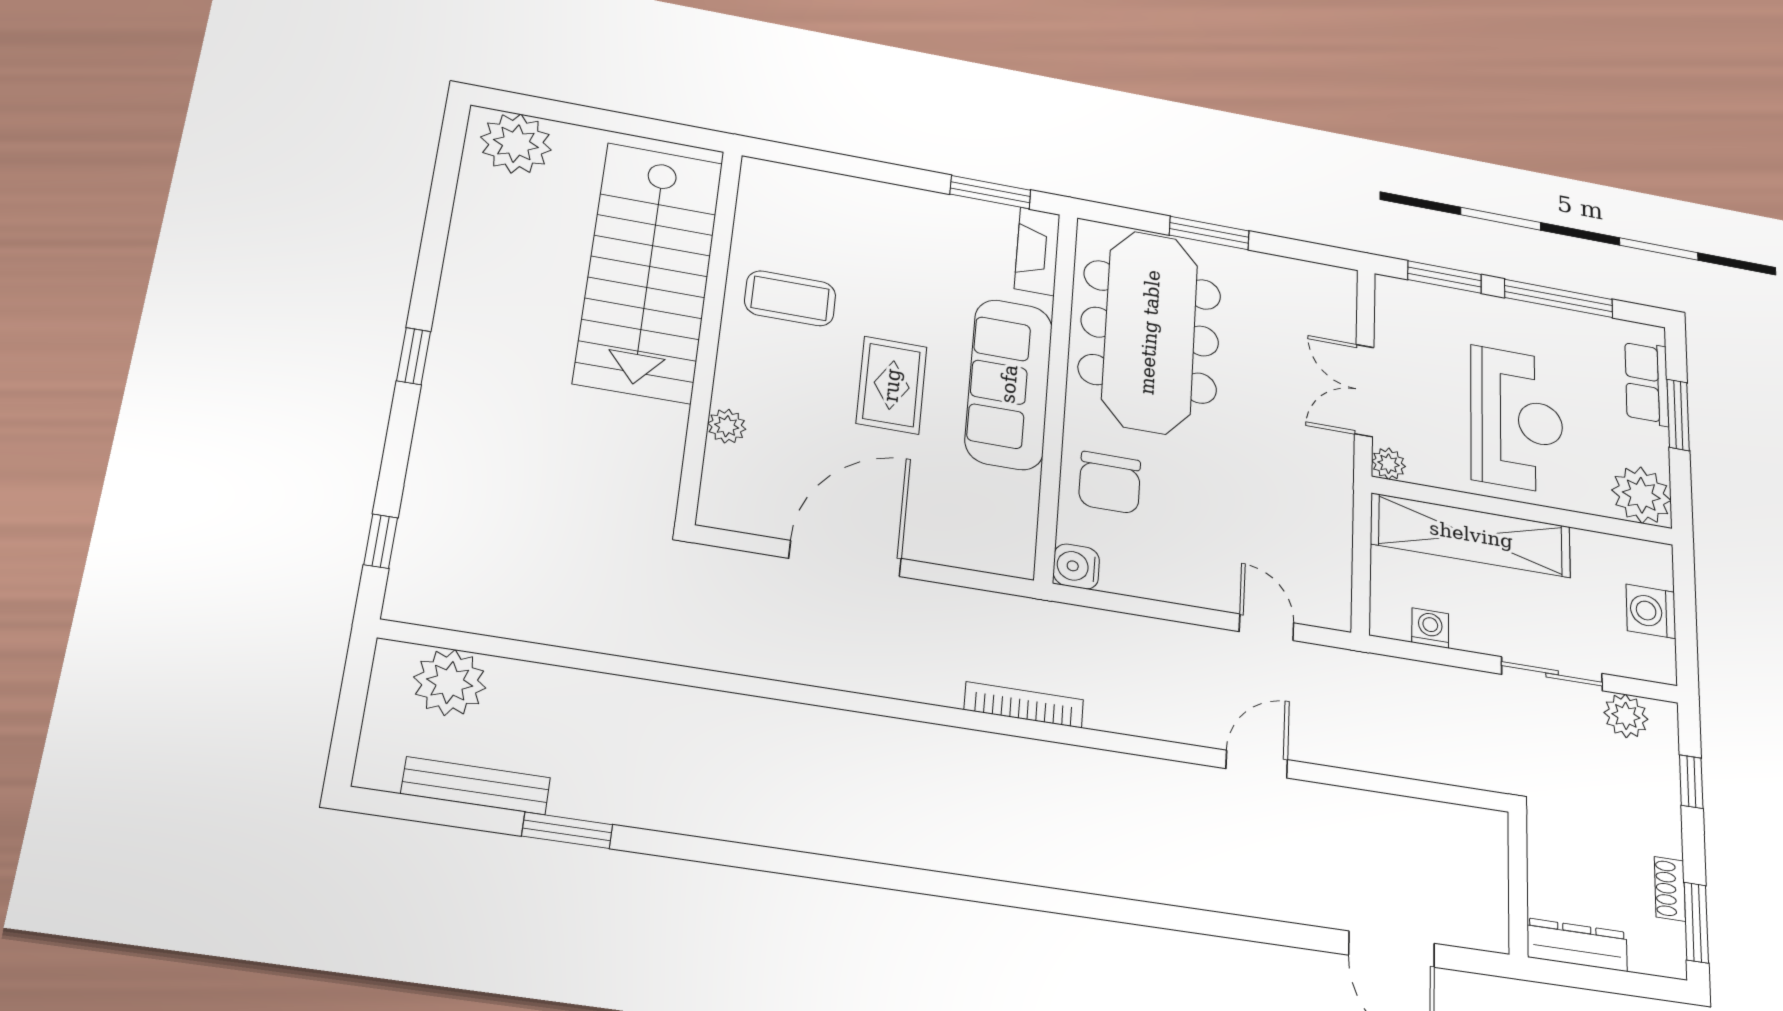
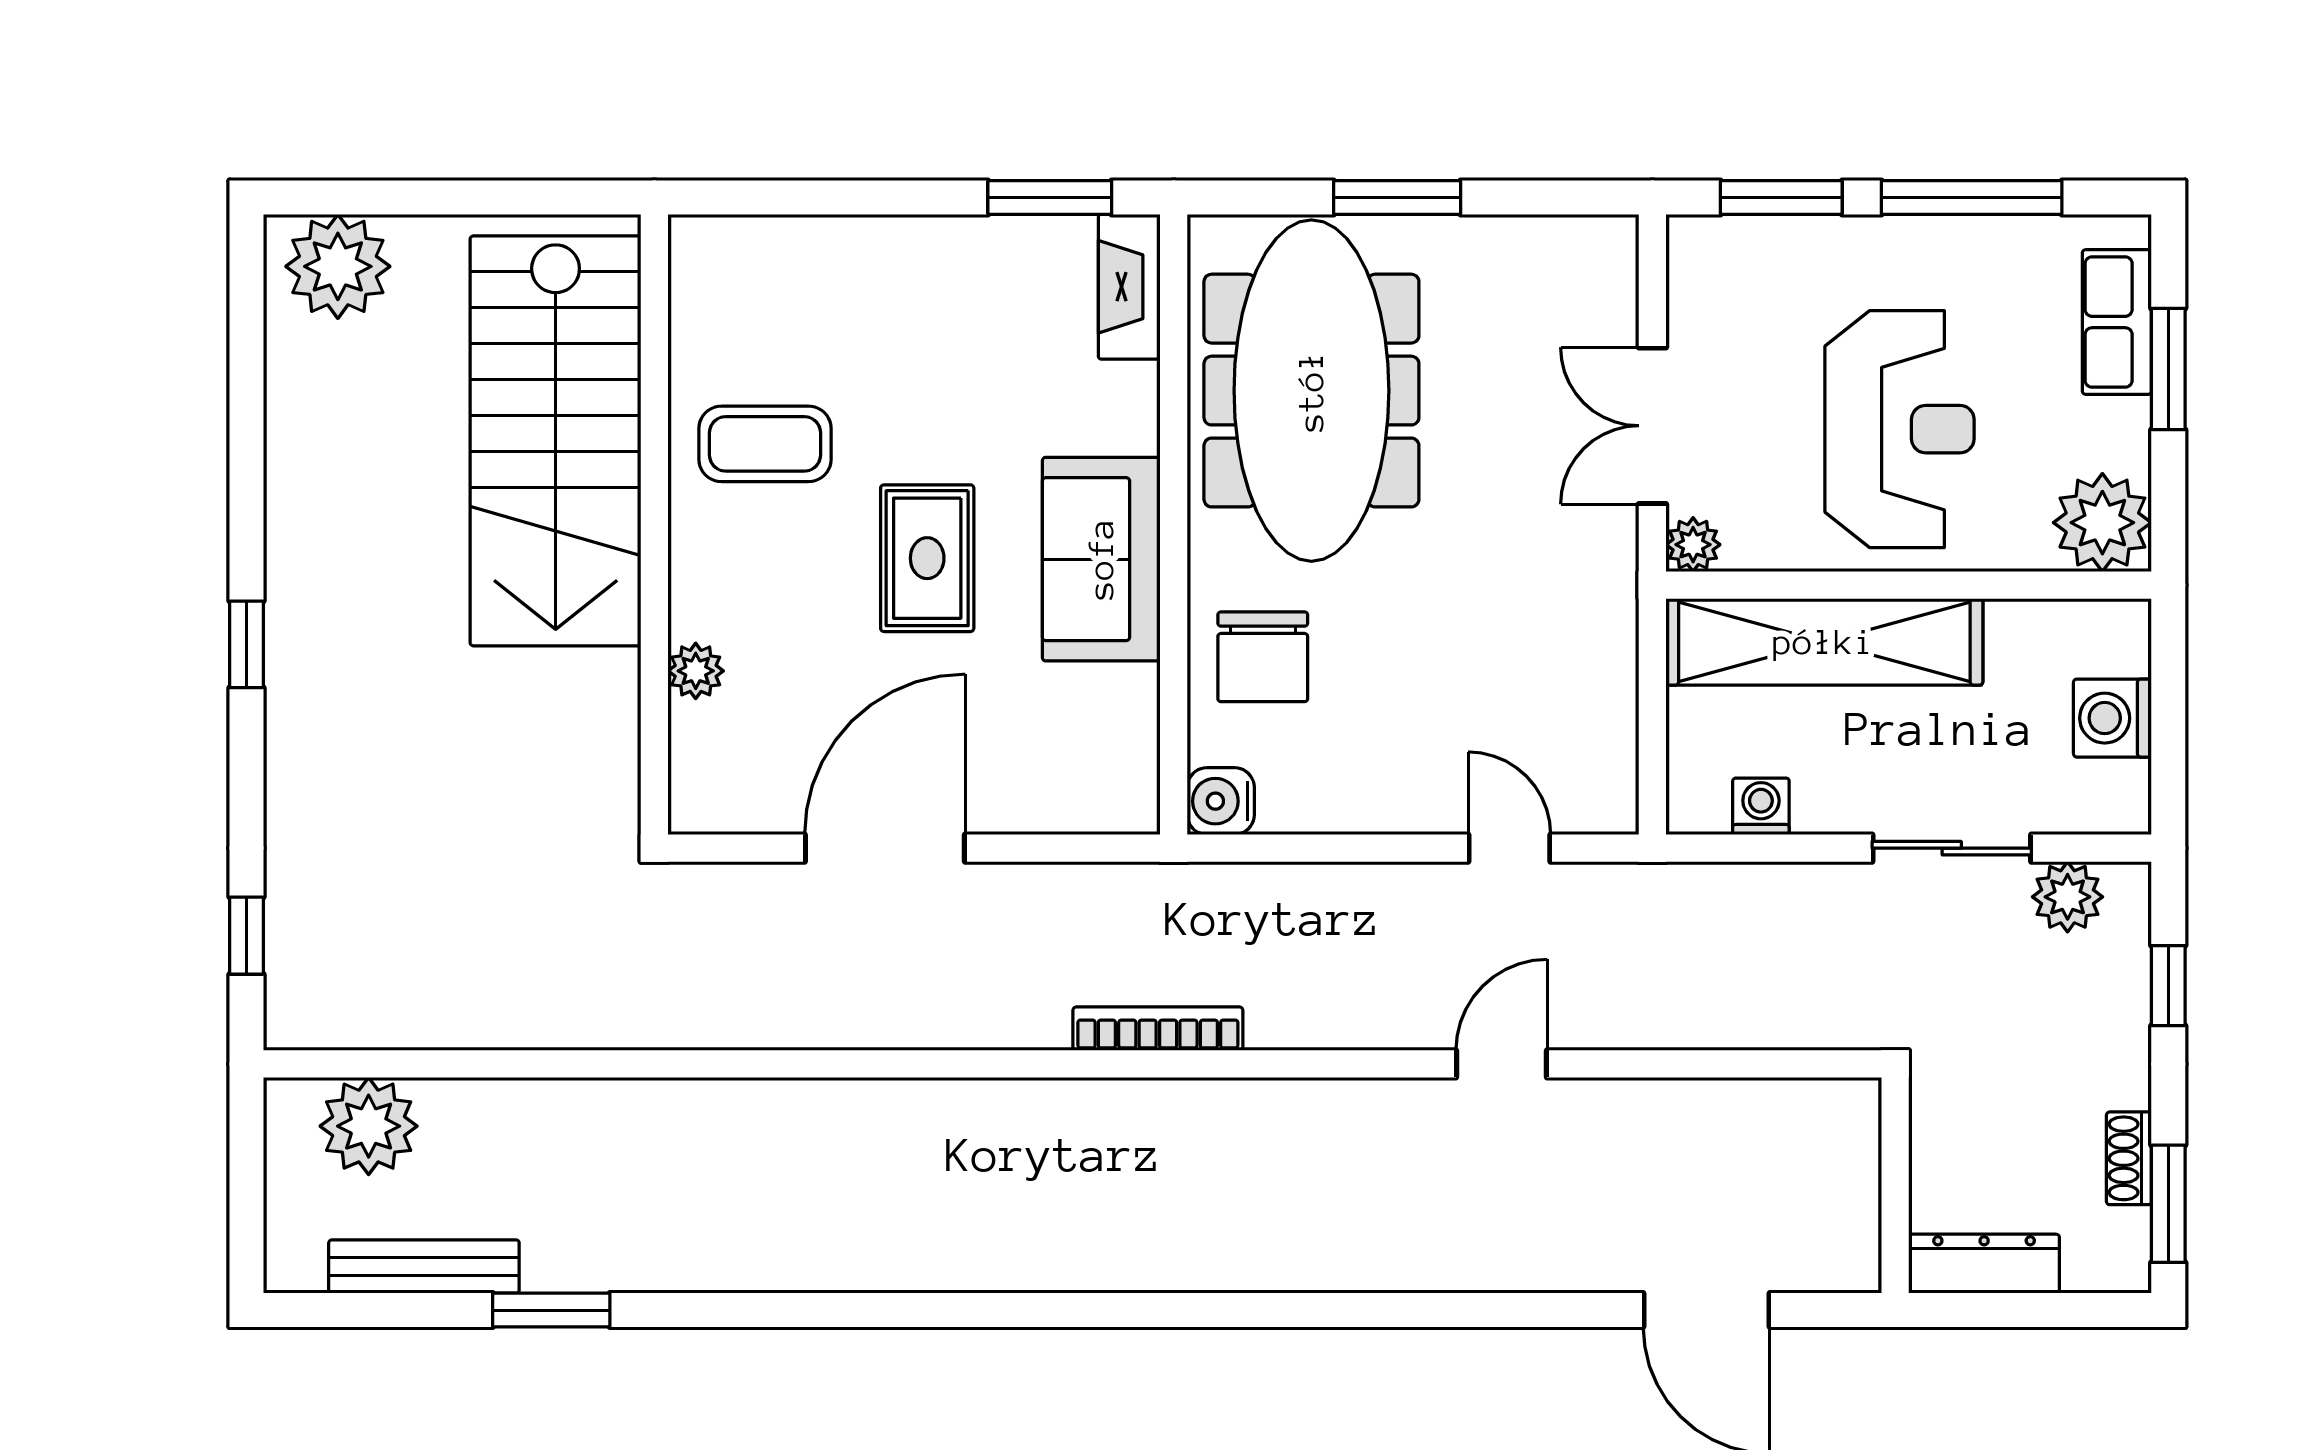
sofa: (1009, 384) -> (1101, 559), width x0.73

